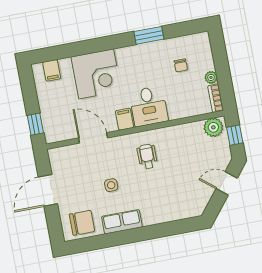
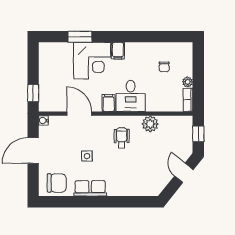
window: (149, 35) -> (80, 37), moved
filing cabinet: (52, 70) -> (118, 51), moved
plant: (213, 127) -> (150, 124), moved
water cooler: (53, 154) -> (43, 120), added
door: (227, 183) -> (184, 173), hinge flipped

